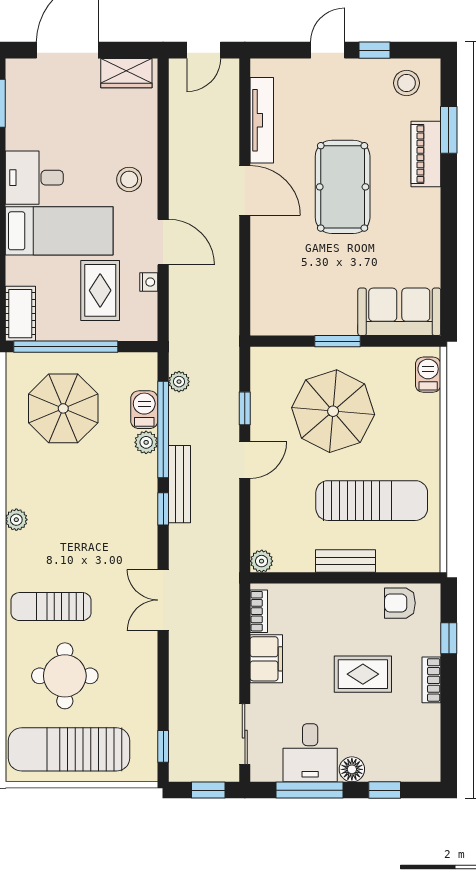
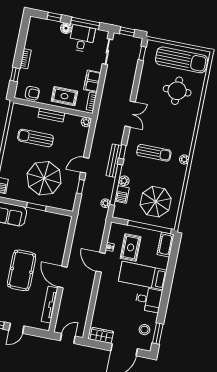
stool: (129, 179) -> (144, 330), moved
sun lounger: (372, 501) -> (35, 138), width x0.73, depth x0.75
sun lounger: (51, 607) -> (154, 153), moved
rug: (363, 674) -> (64, 96), moved

